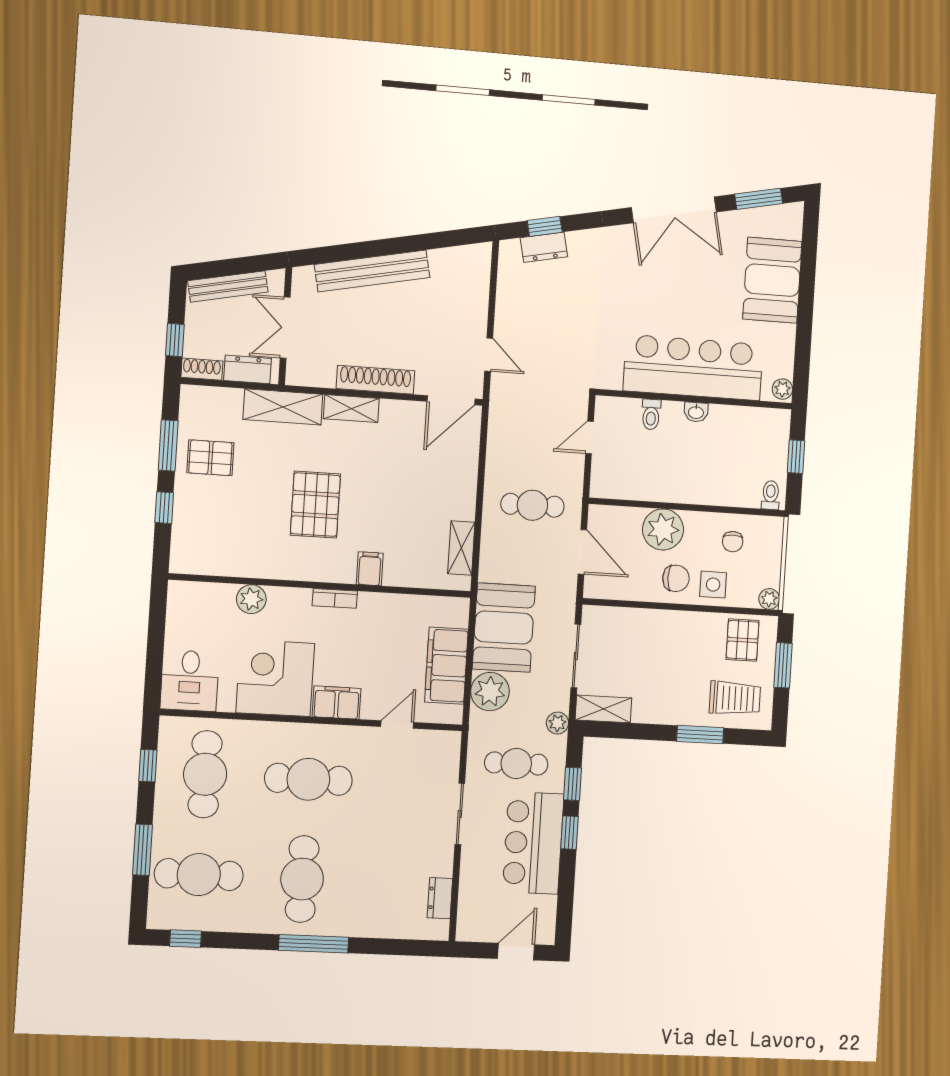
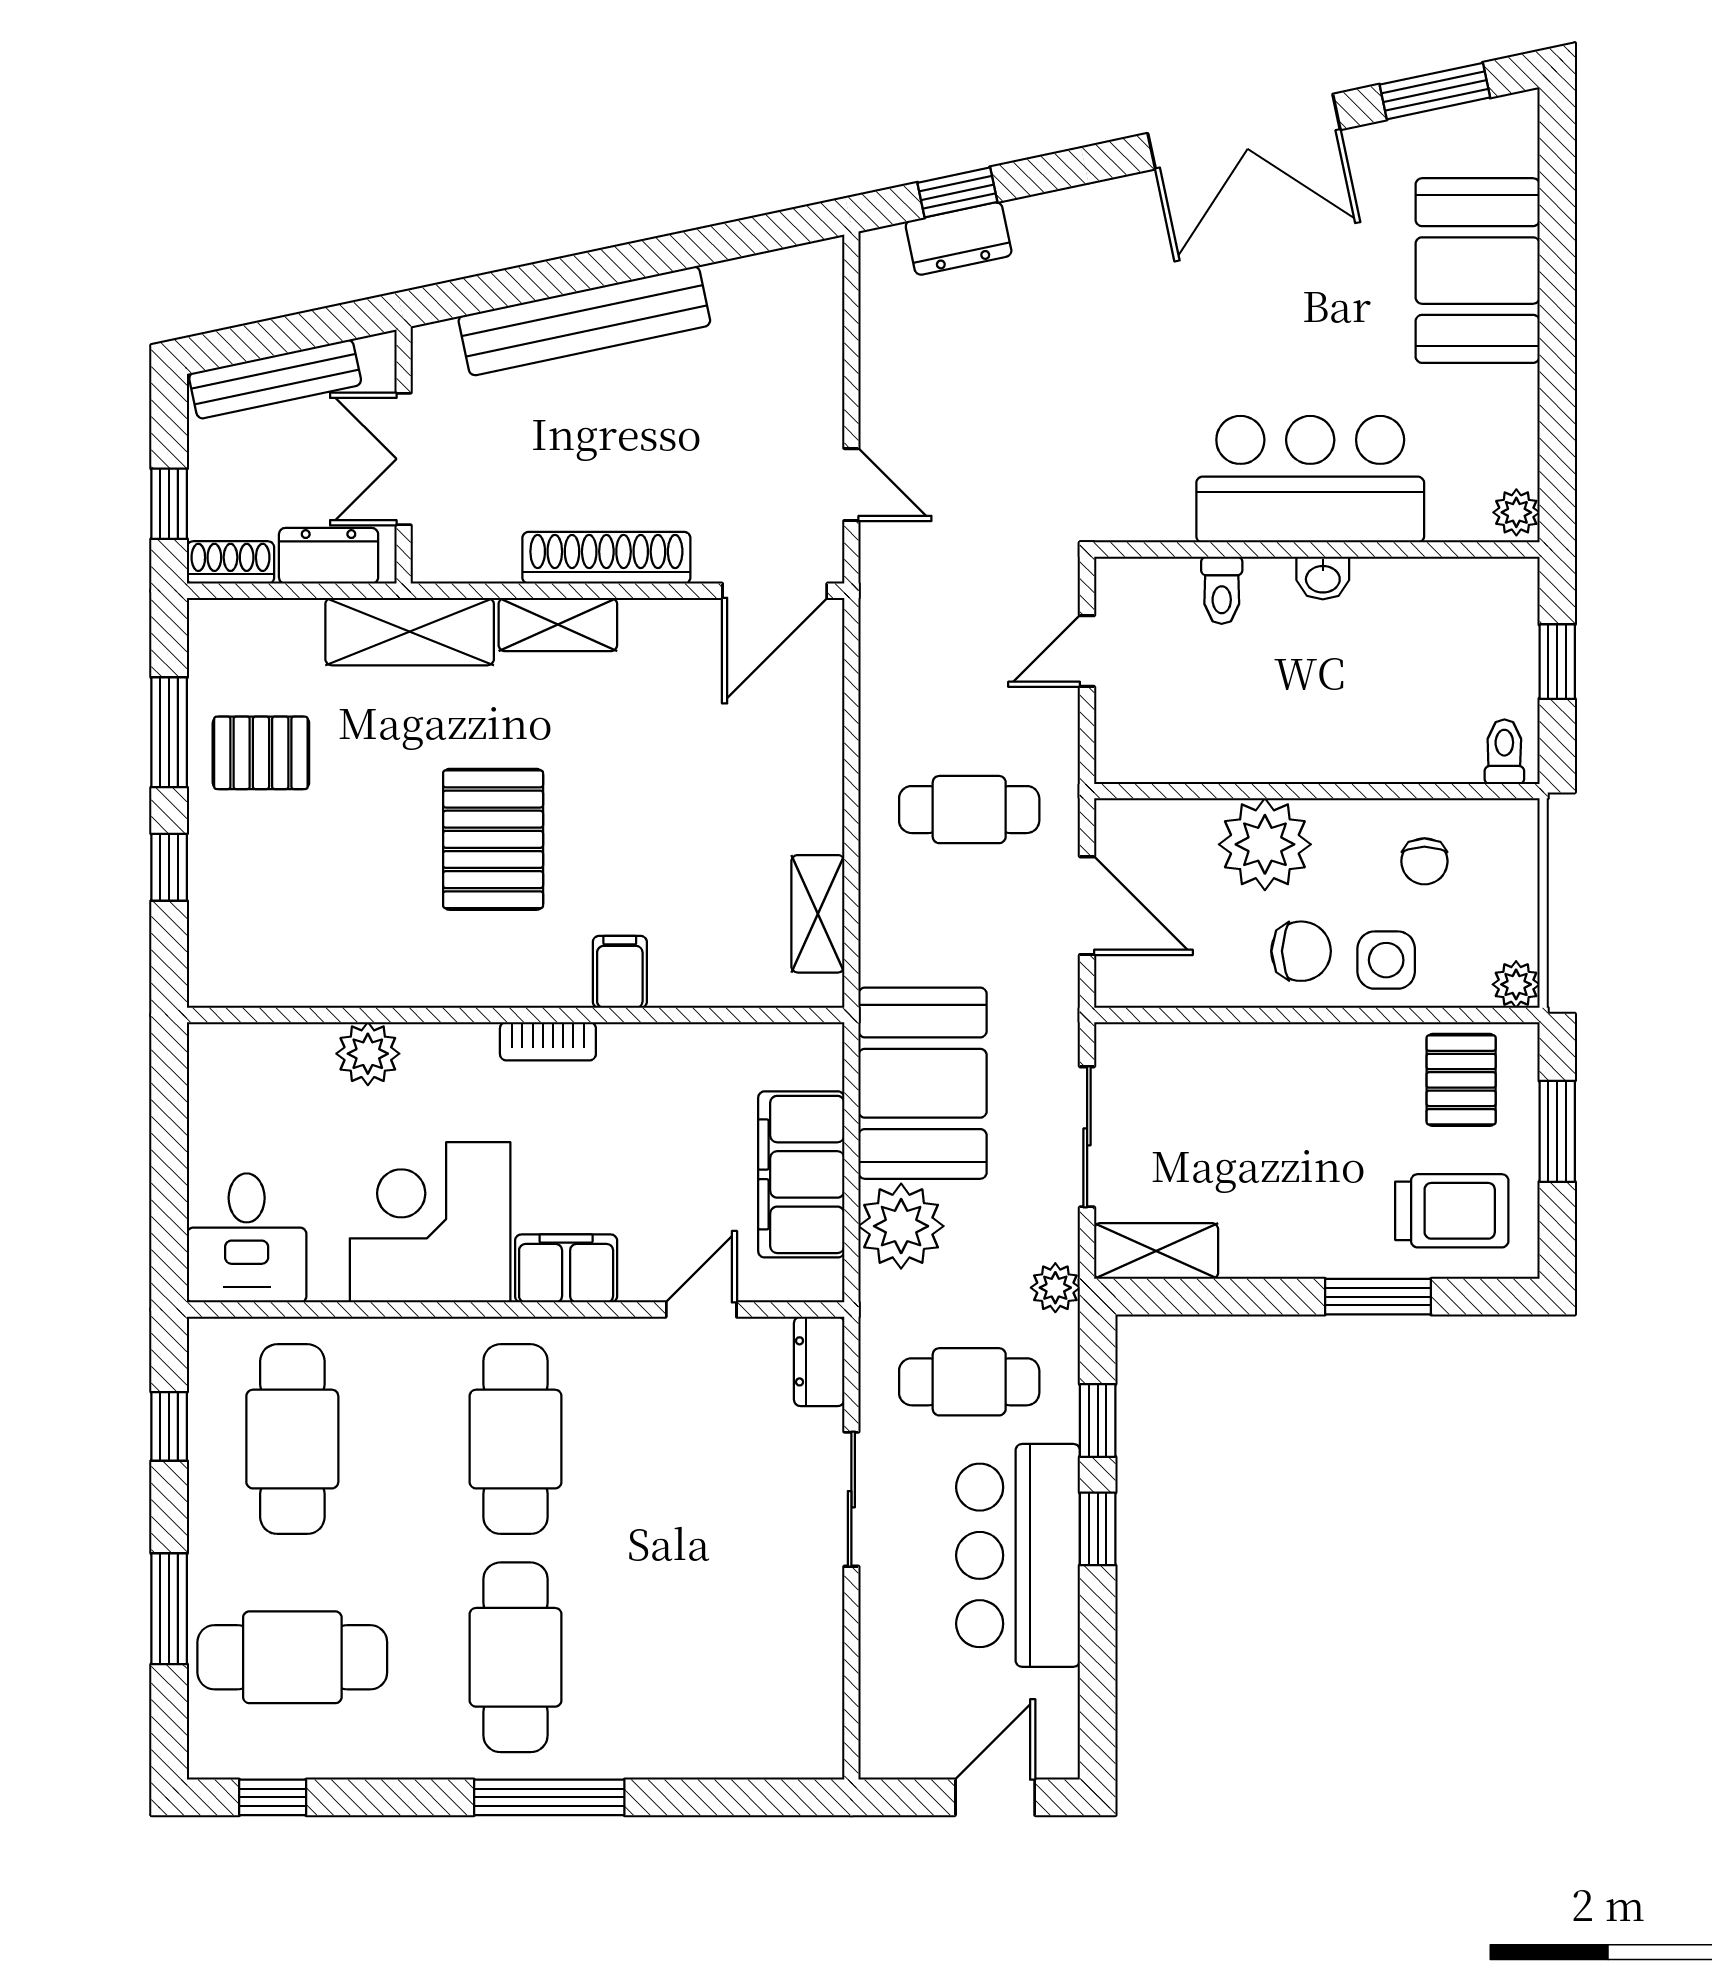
bar counter: (693, 368) -> (1310, 479), width x0.73
cafe table: (308, 779) -> (516, 1439), turned 90
dresser: (440, 898) -> (819, 1361), moved

